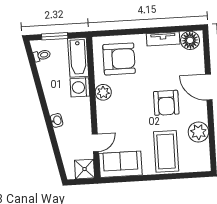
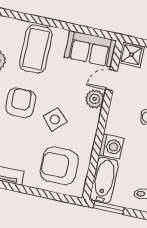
window: (55, 36) -> (109, 208), moved
plant: (103, 92) -> (95, 99), moved
side table: (134, 97) -> (55, 119), added

